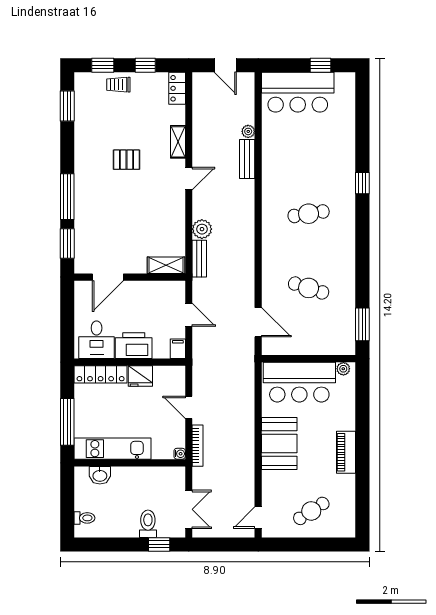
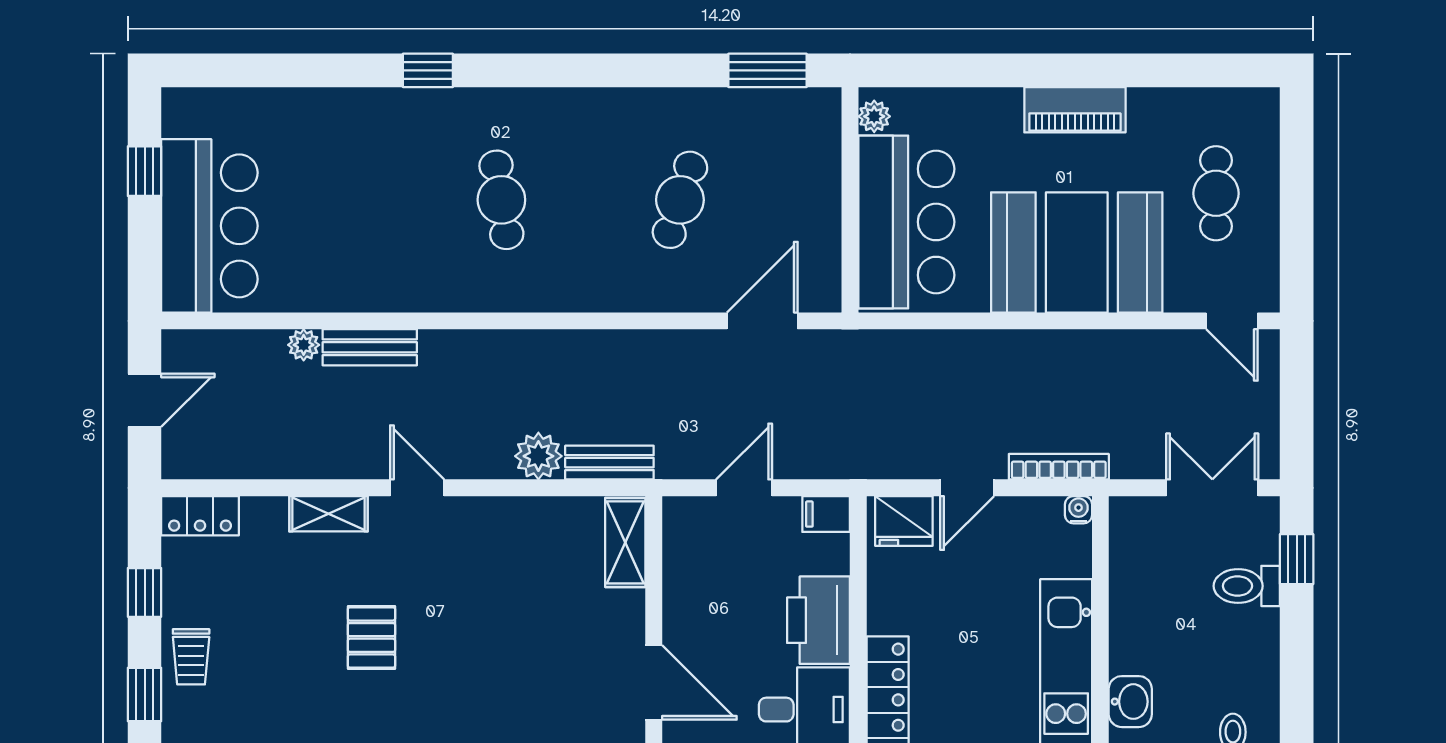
fridge: (140, 376) -> (904, 521), moved, turned 90
booth: (279, 444) -> (1077, 252), width x1.36, depth x1.42
cafe table: (311, 511) -> (1216, 193), turned 33

